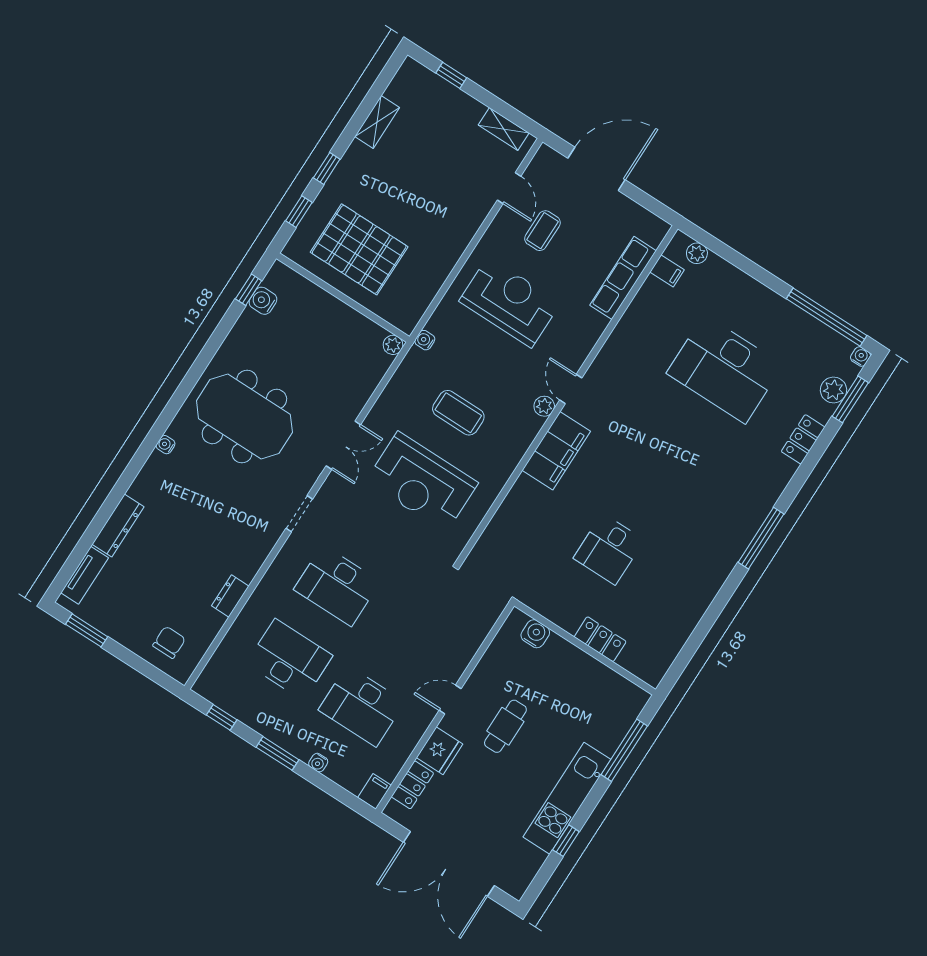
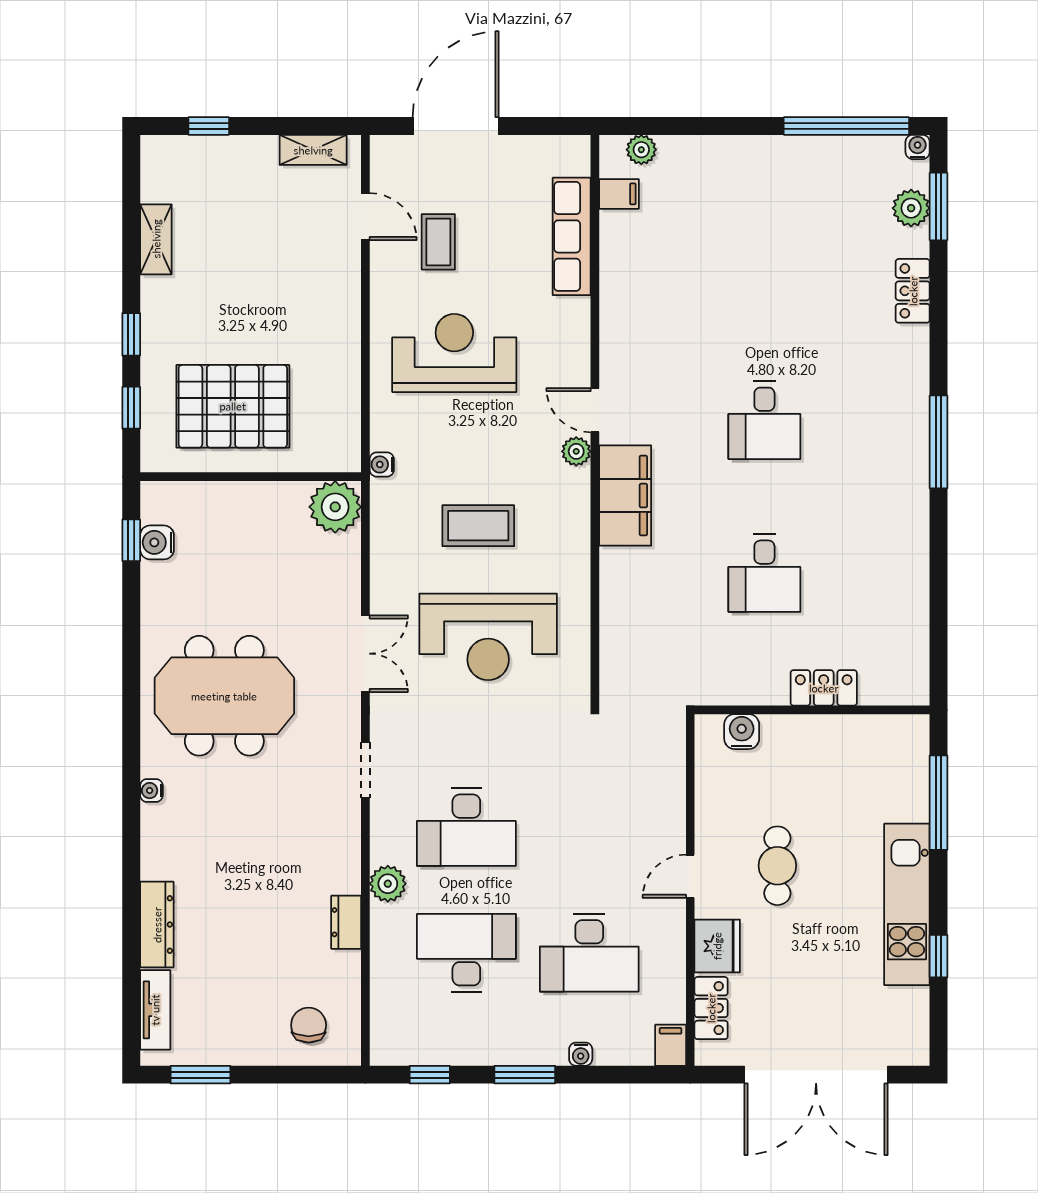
plant: (393, 345) -> (335, 507), width x1.88, depth x1.88
desk: (725, 369) -> (764, 420), moved, width x0.53, depth x0.77
plant: (269, 589) -> (388, 884), added

